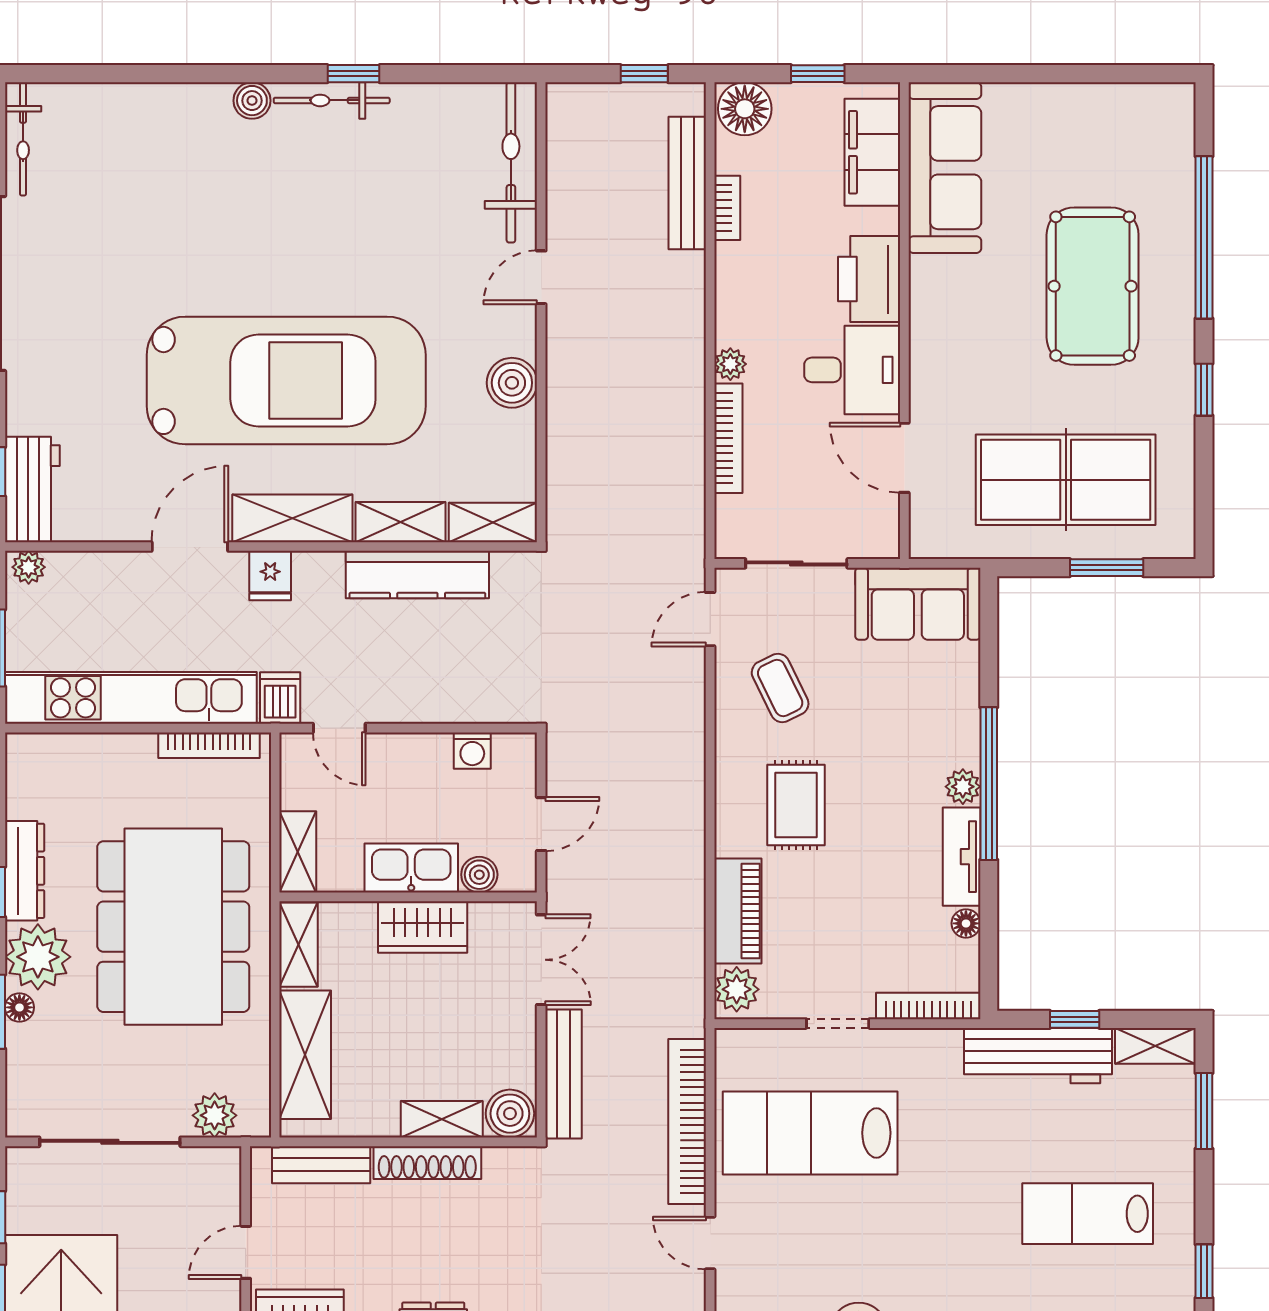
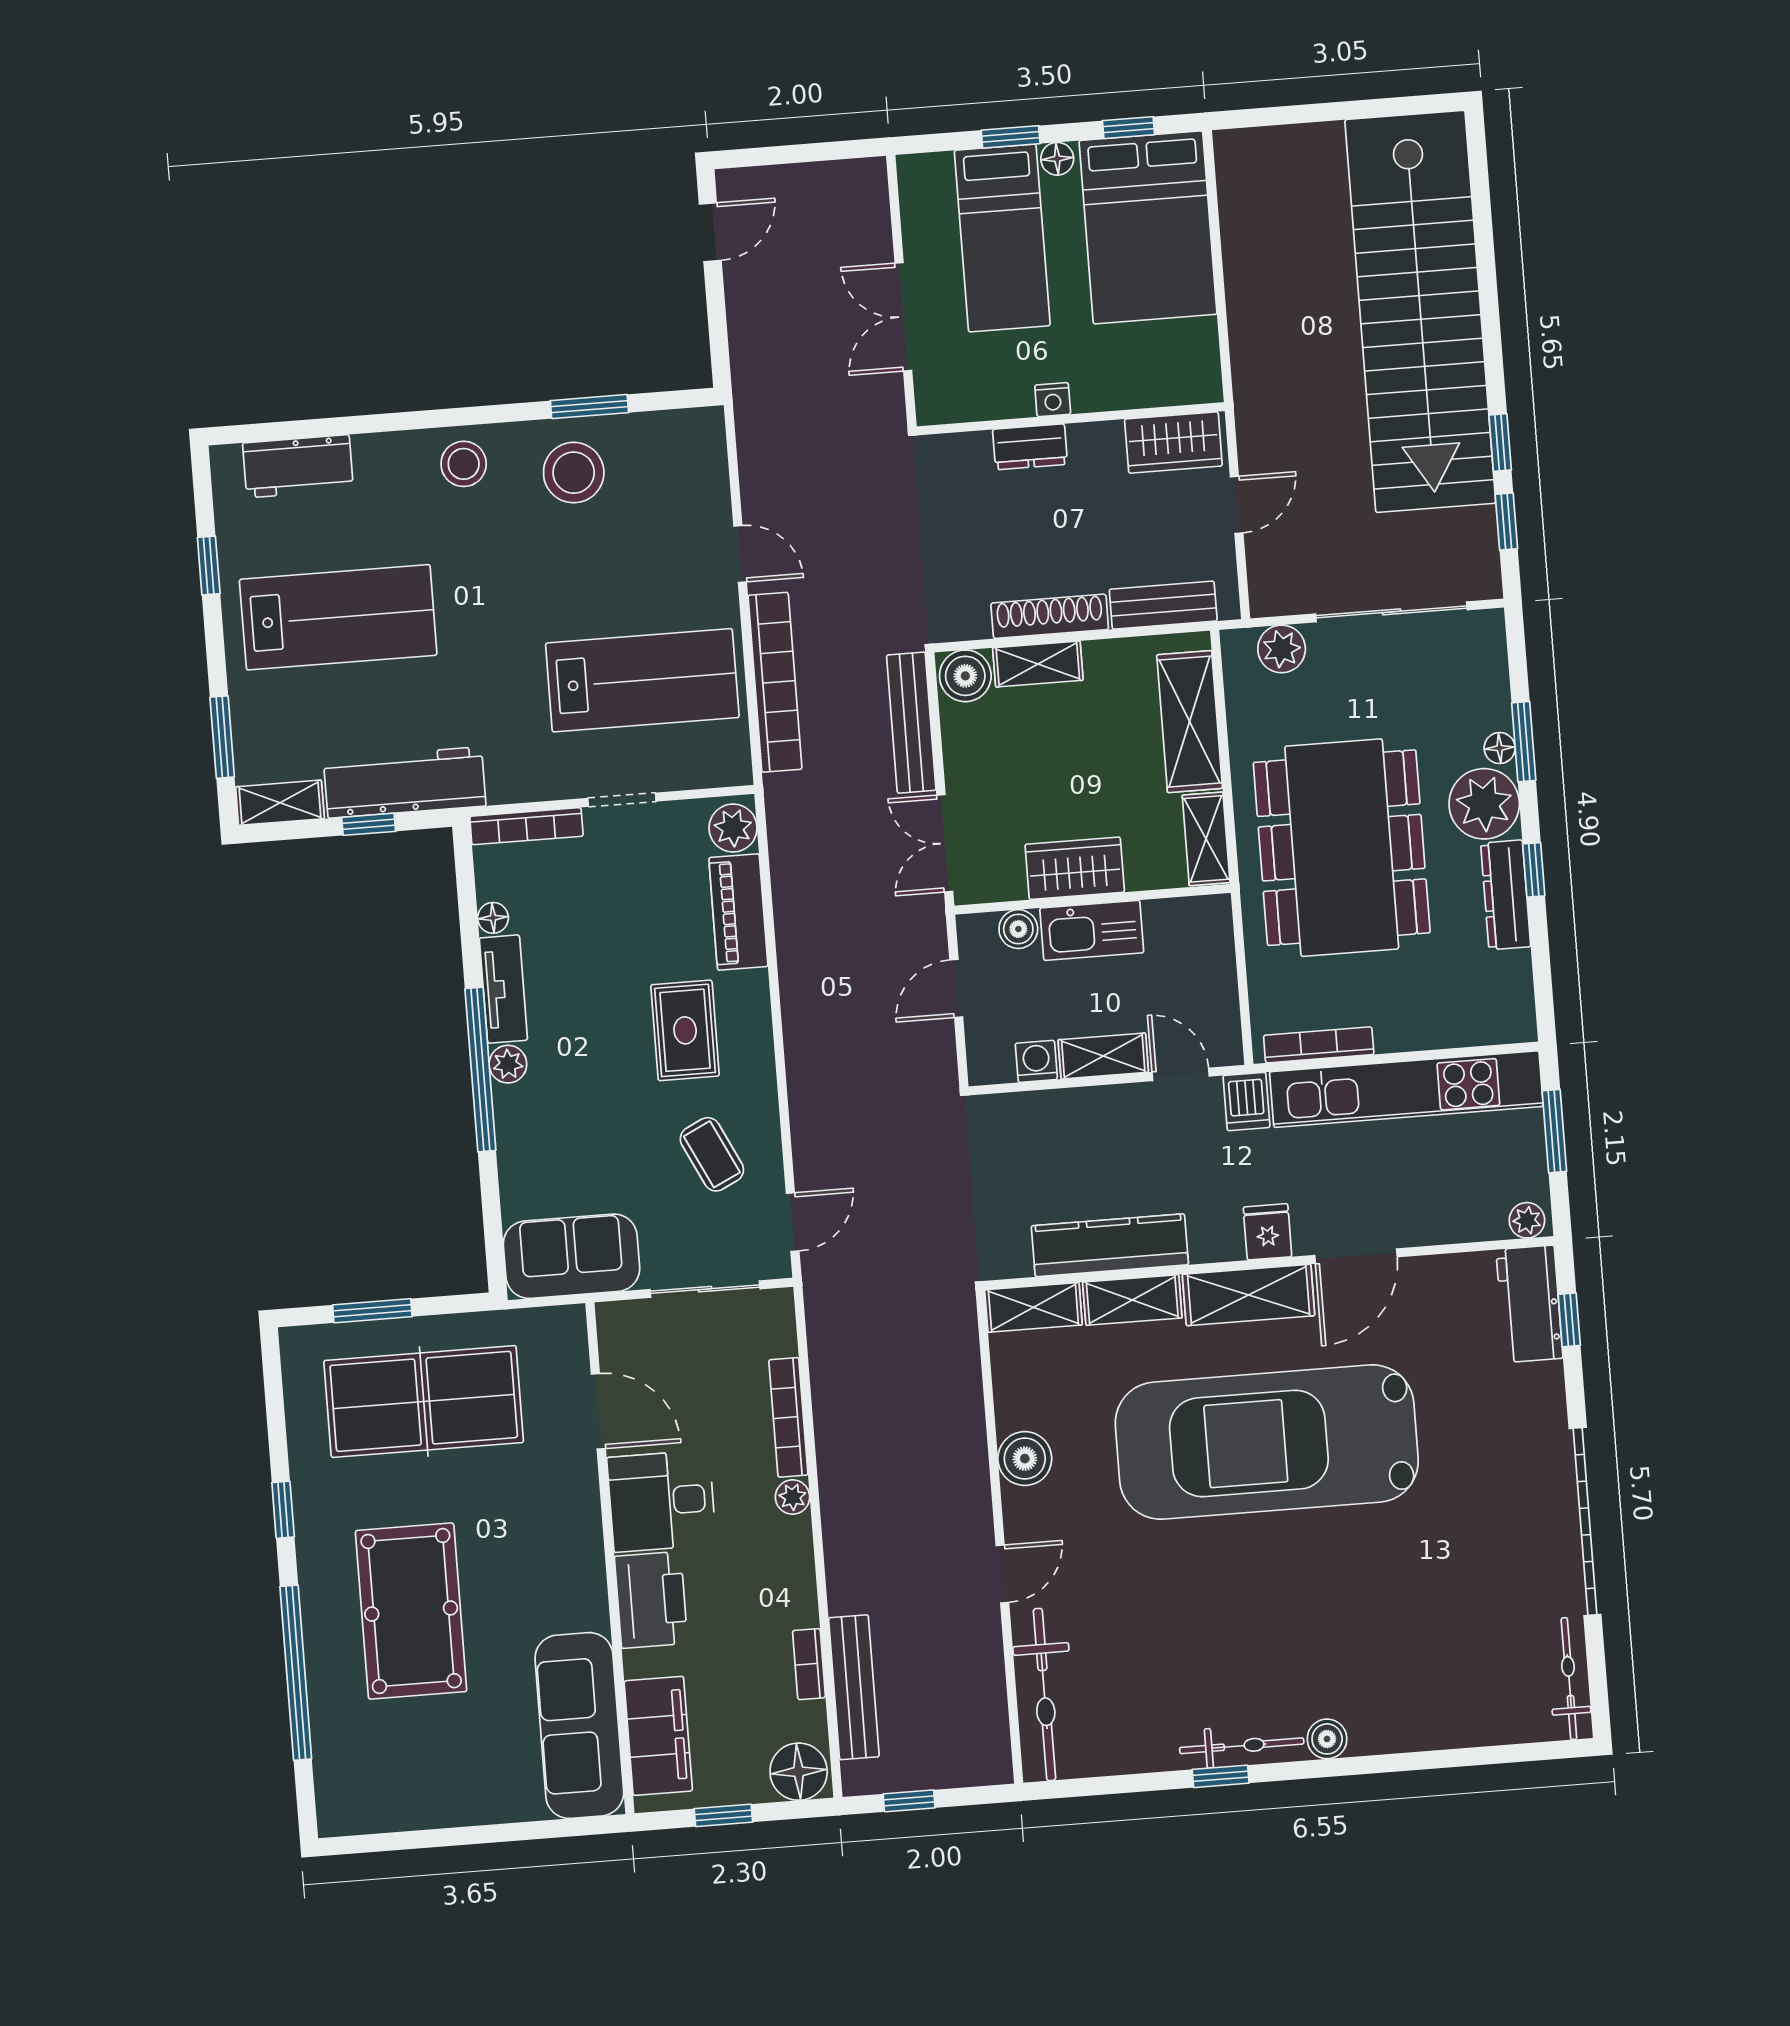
shelving: (298, 852) -> (1103, 1056), moved, turned 90
lab bench: (1088, 1214) -> (338, 617), width x1.36, depth x1.39

